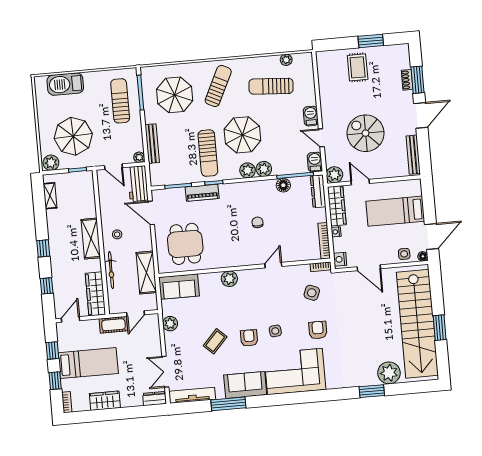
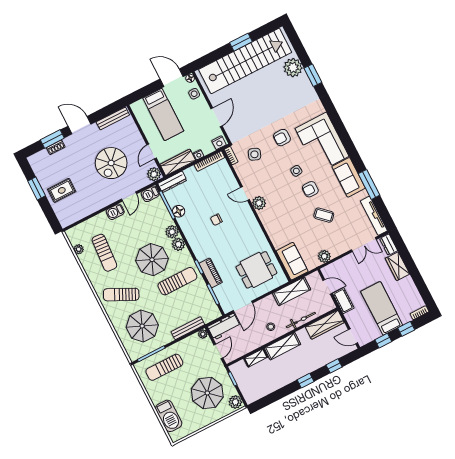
shelving: (50, 196) -> (256, 358), moved
plant: (229, 279) -> (259, 203), moved
wardrobe: (105, 401) -> (397, 266), moved

